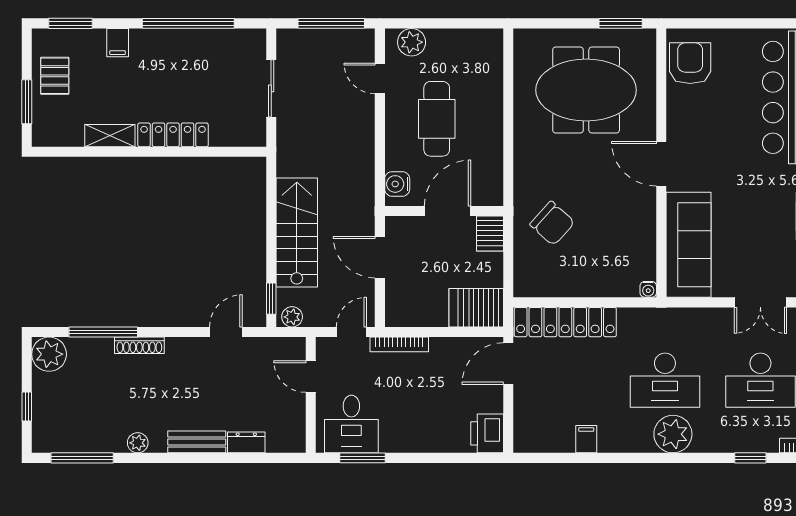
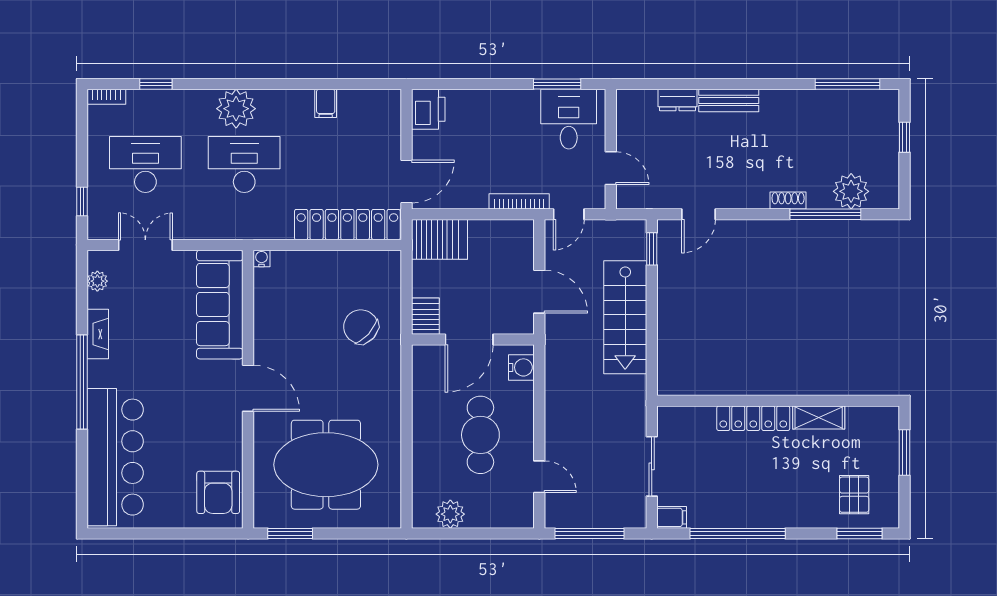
plant: (412, 42) -> (450, 514), moved
filing cabinet: (118, 43) -> (672, 517), moved, turned 90
pallet: (55, 76) -> (854, 495), moved
plant: (292, 317) -> (630, 230), removed
shoe rack: (139, 345) -> (788, 200), width x0.70
plant: (49, 354) -> (851, 191), moved
plant: (138, 443) -> (790, 100), removed

